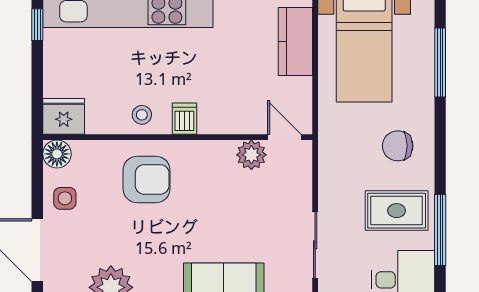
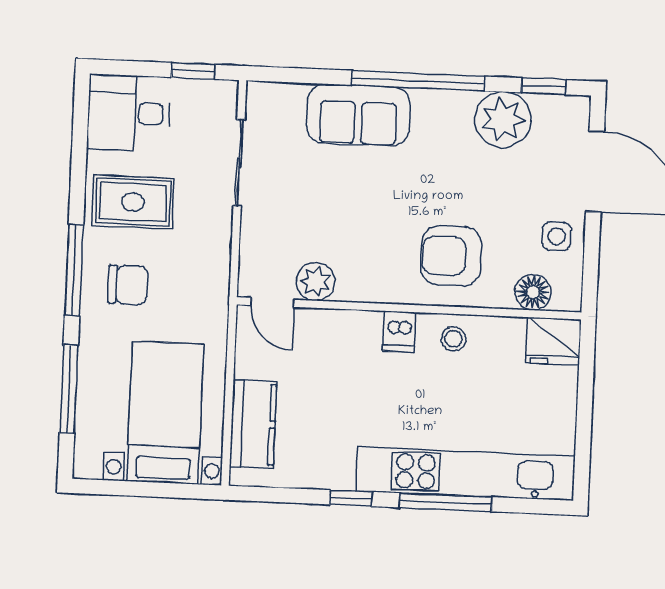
window: (37, 25) -> (582, 460), removed
floor lamp: (57, 154) -> (533, 292), moved
window: (440, 230) -> (74, 270), moved

